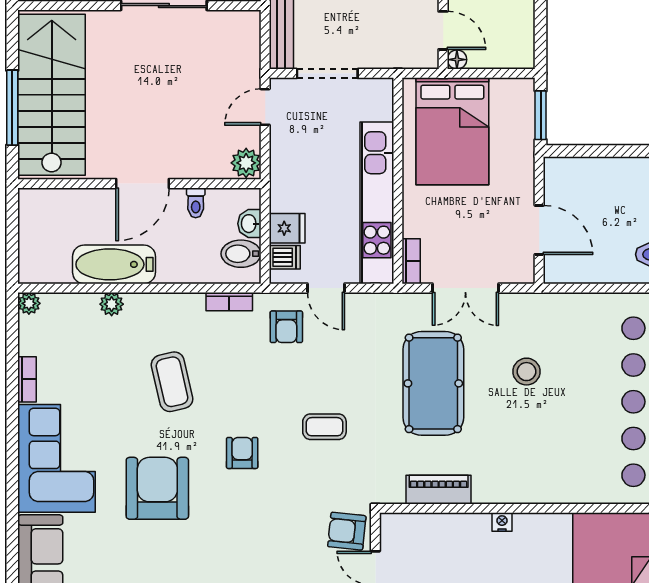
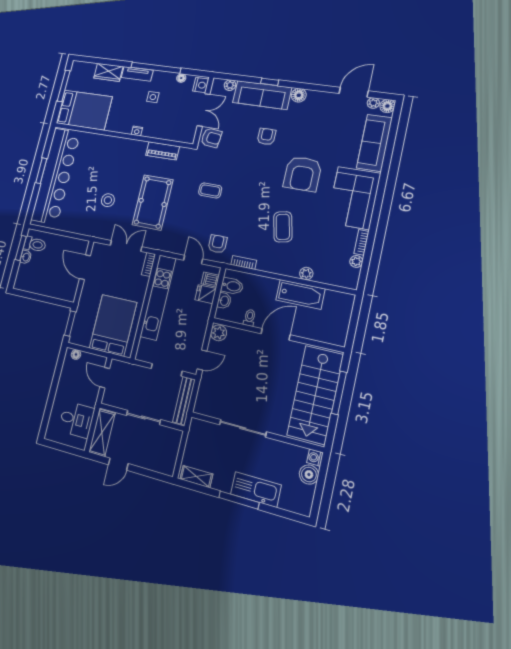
floor lamp: (457, 60) -> (76, 354), moved
plant: (29, 303) -> (356, 261), moved
armchair: (242, 453) -> (266, 137), moved, turned 180

